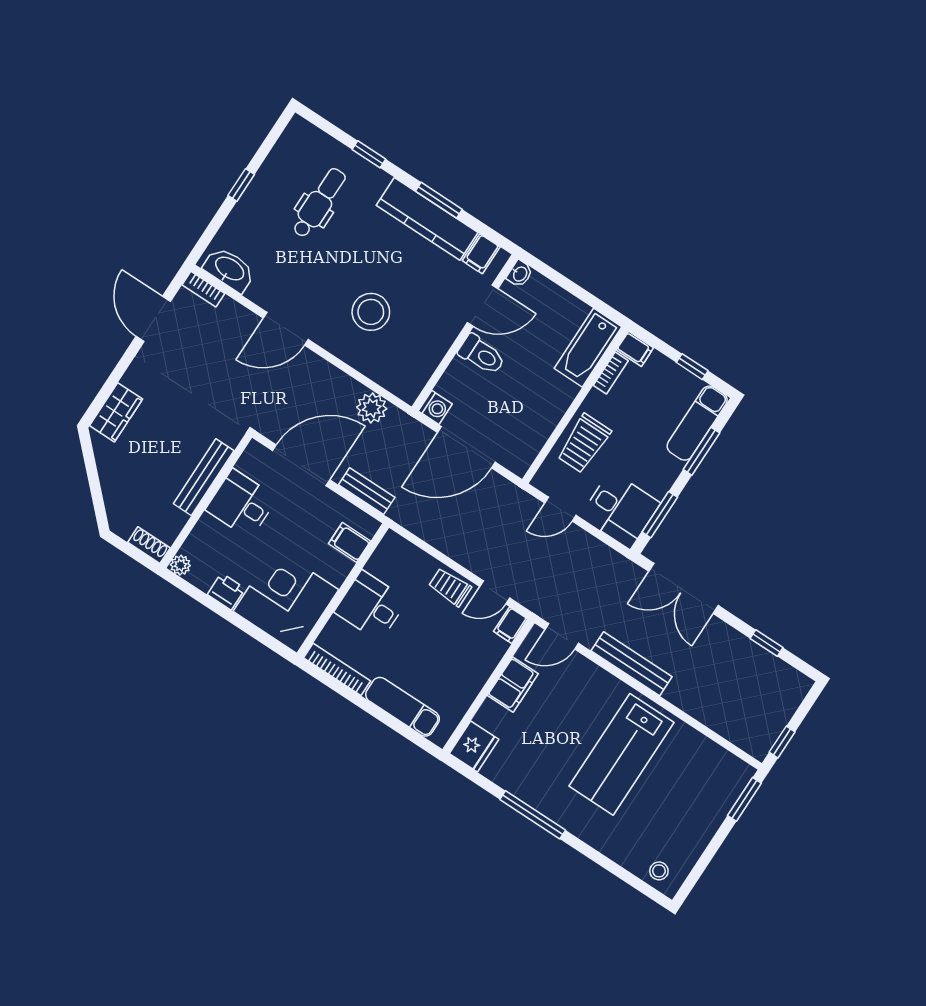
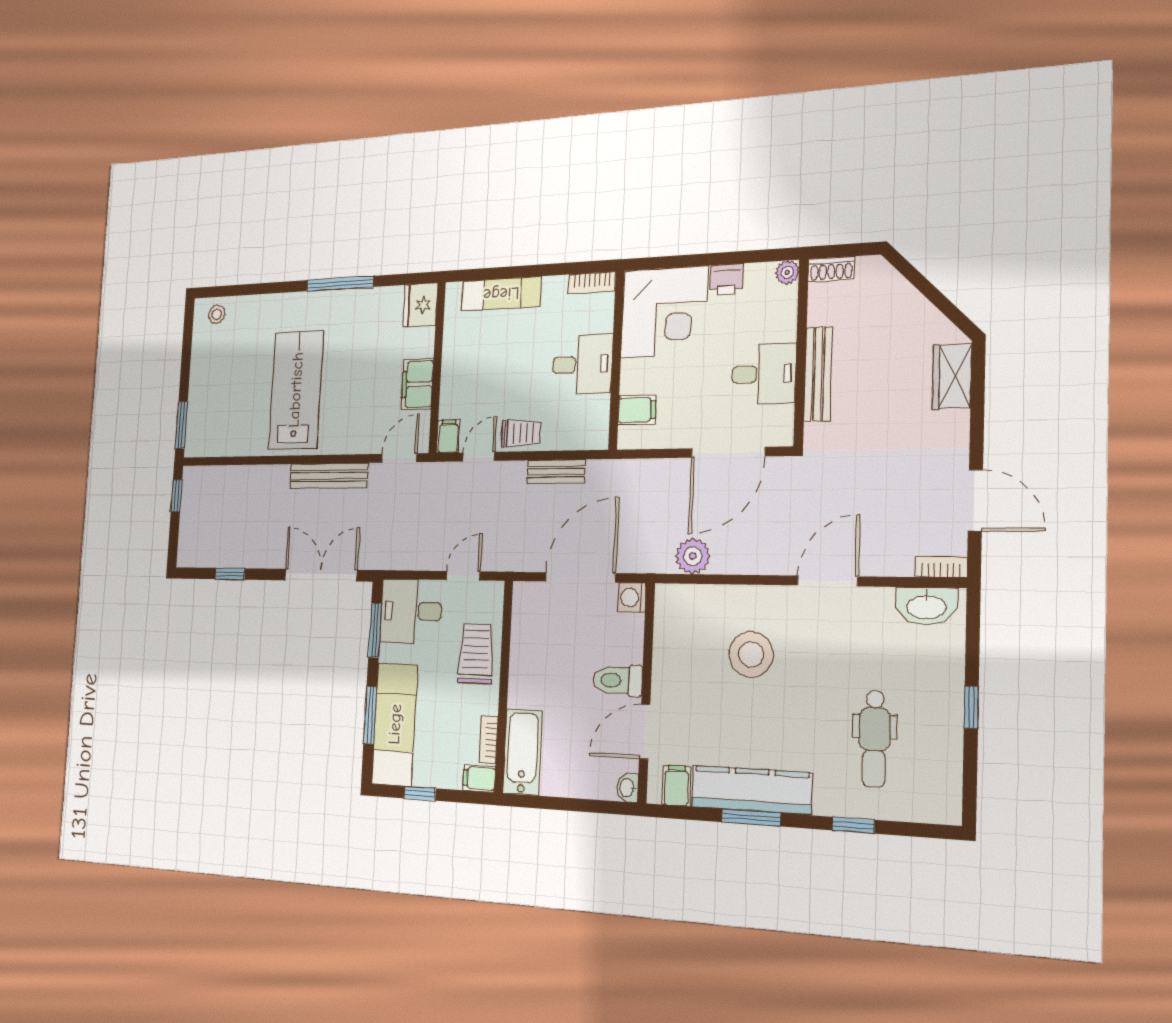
exam couch: (697, 423) -> (395, 724), width x1.36, depth x1.45
bench: (367, 491) -> (556, 472), moved
bookcase: (337, 669) -> (592, 283), width x0.64

